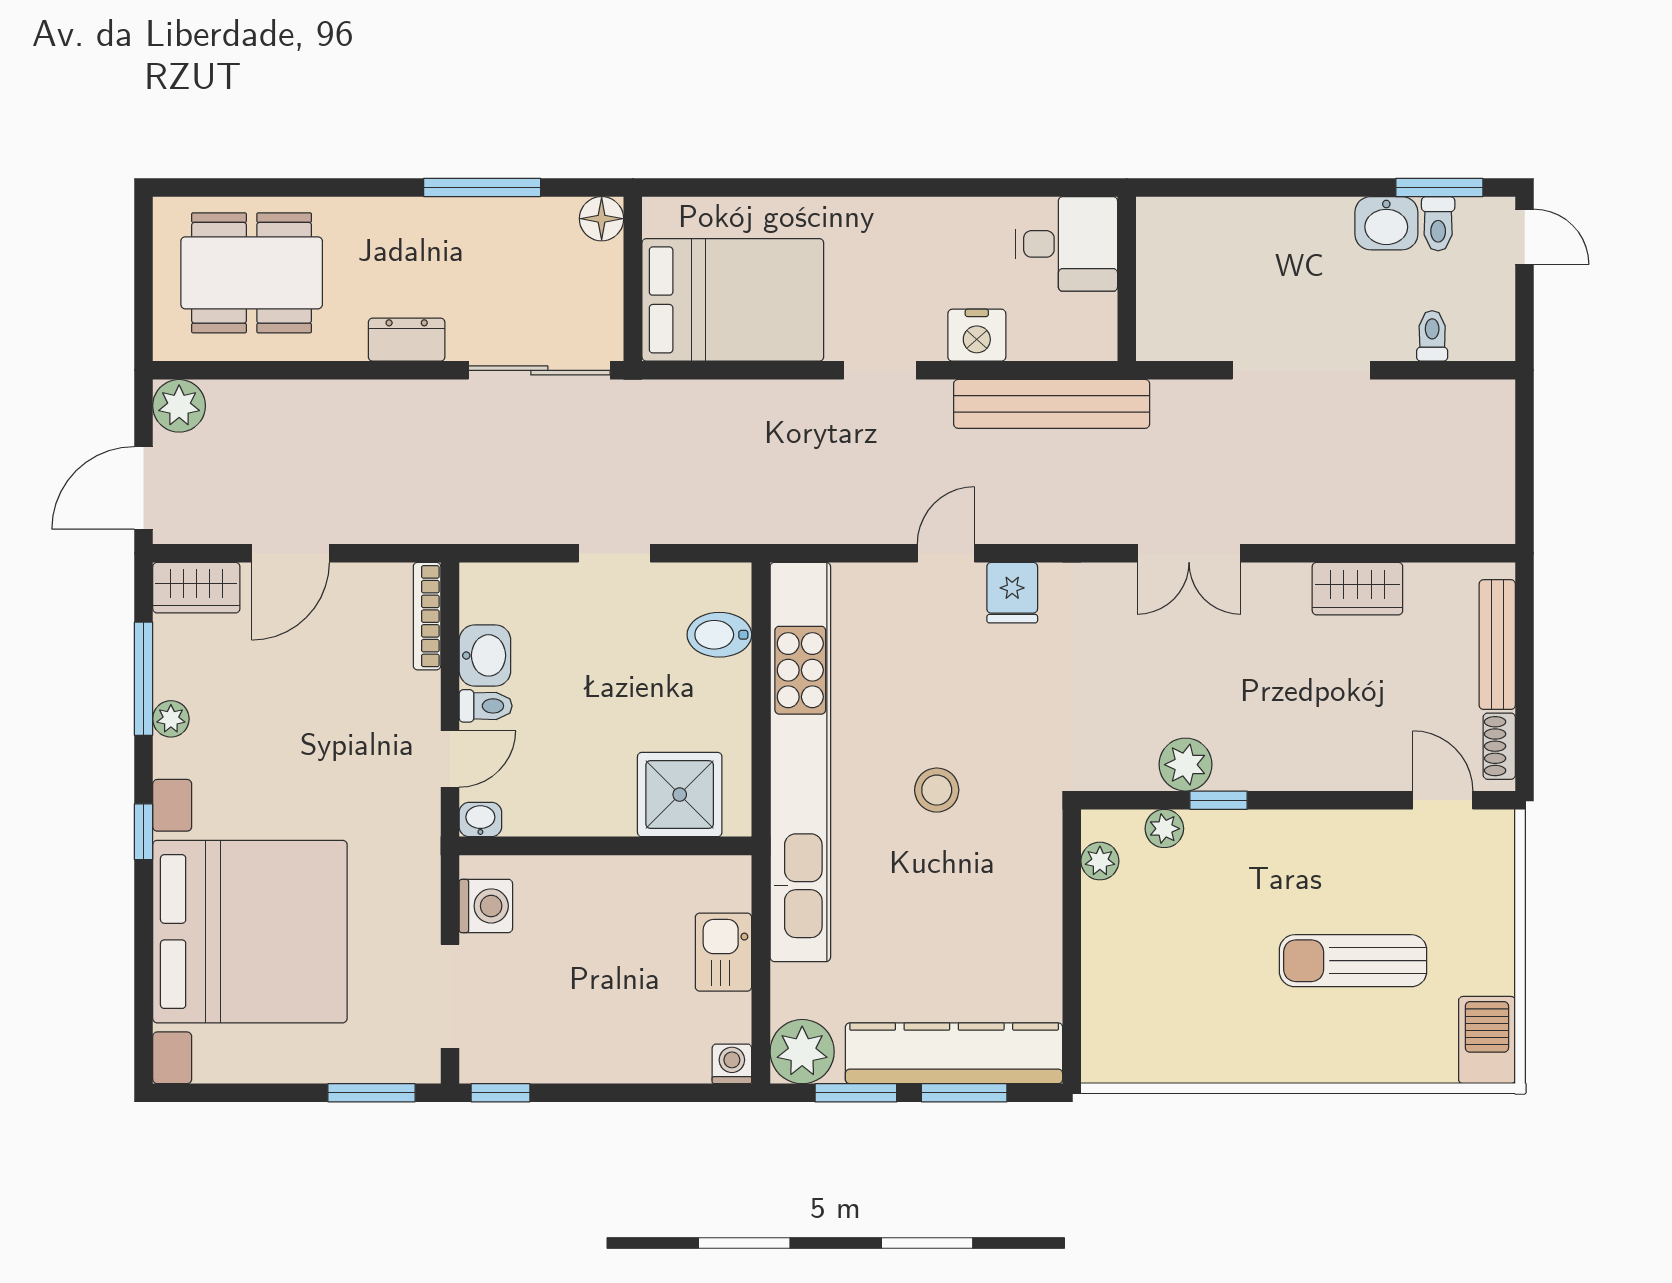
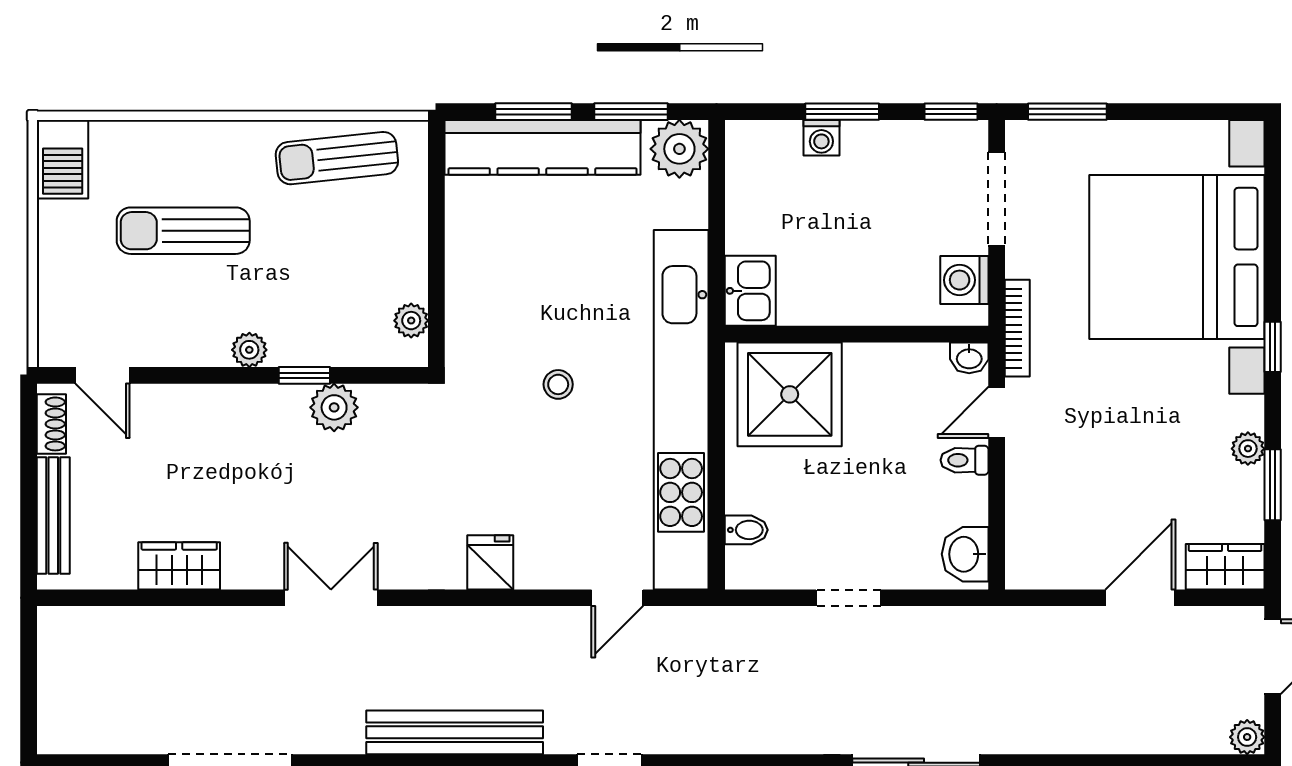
plant: (179, 406) -> (1247, 737), width x0.73, depth x0.73
door: (946, 553) -> (617, 598), moved
bookcase: (427, 616) -> (1017, 328), moved
bidet: (719, 635) -> (746, 530), width x0.72, depth x0.74
washbasin: (485, 655) -> (965, 554), moved
window: (144, 679) -> (1273, 485), width x0.69
stool: (937, 790) -> (558, 384), width x0.73, depth x0.73
shower: (680, 795) -> (790, 394), width x1.37, depth x1.37
plant: (1164, 829) -> (249, 350), moved
kitchen sink: (723, 952) -> (750, 291), moved
sun lounger: (1353, 961) -> (183, 231), turned 180
sun lounger: (1182, 1041) -> (337, 158), added
washing machine: (732, 1064) -> (821, 138), moved
window: (621, 1093) -> (842, 112), added

